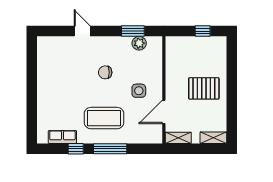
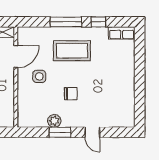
window: (133, 31) -> (60, 132), moved
plant: (139, 43) -> (54, 121), moved
row of seats: (62, 137) -> (122, 33), moved

